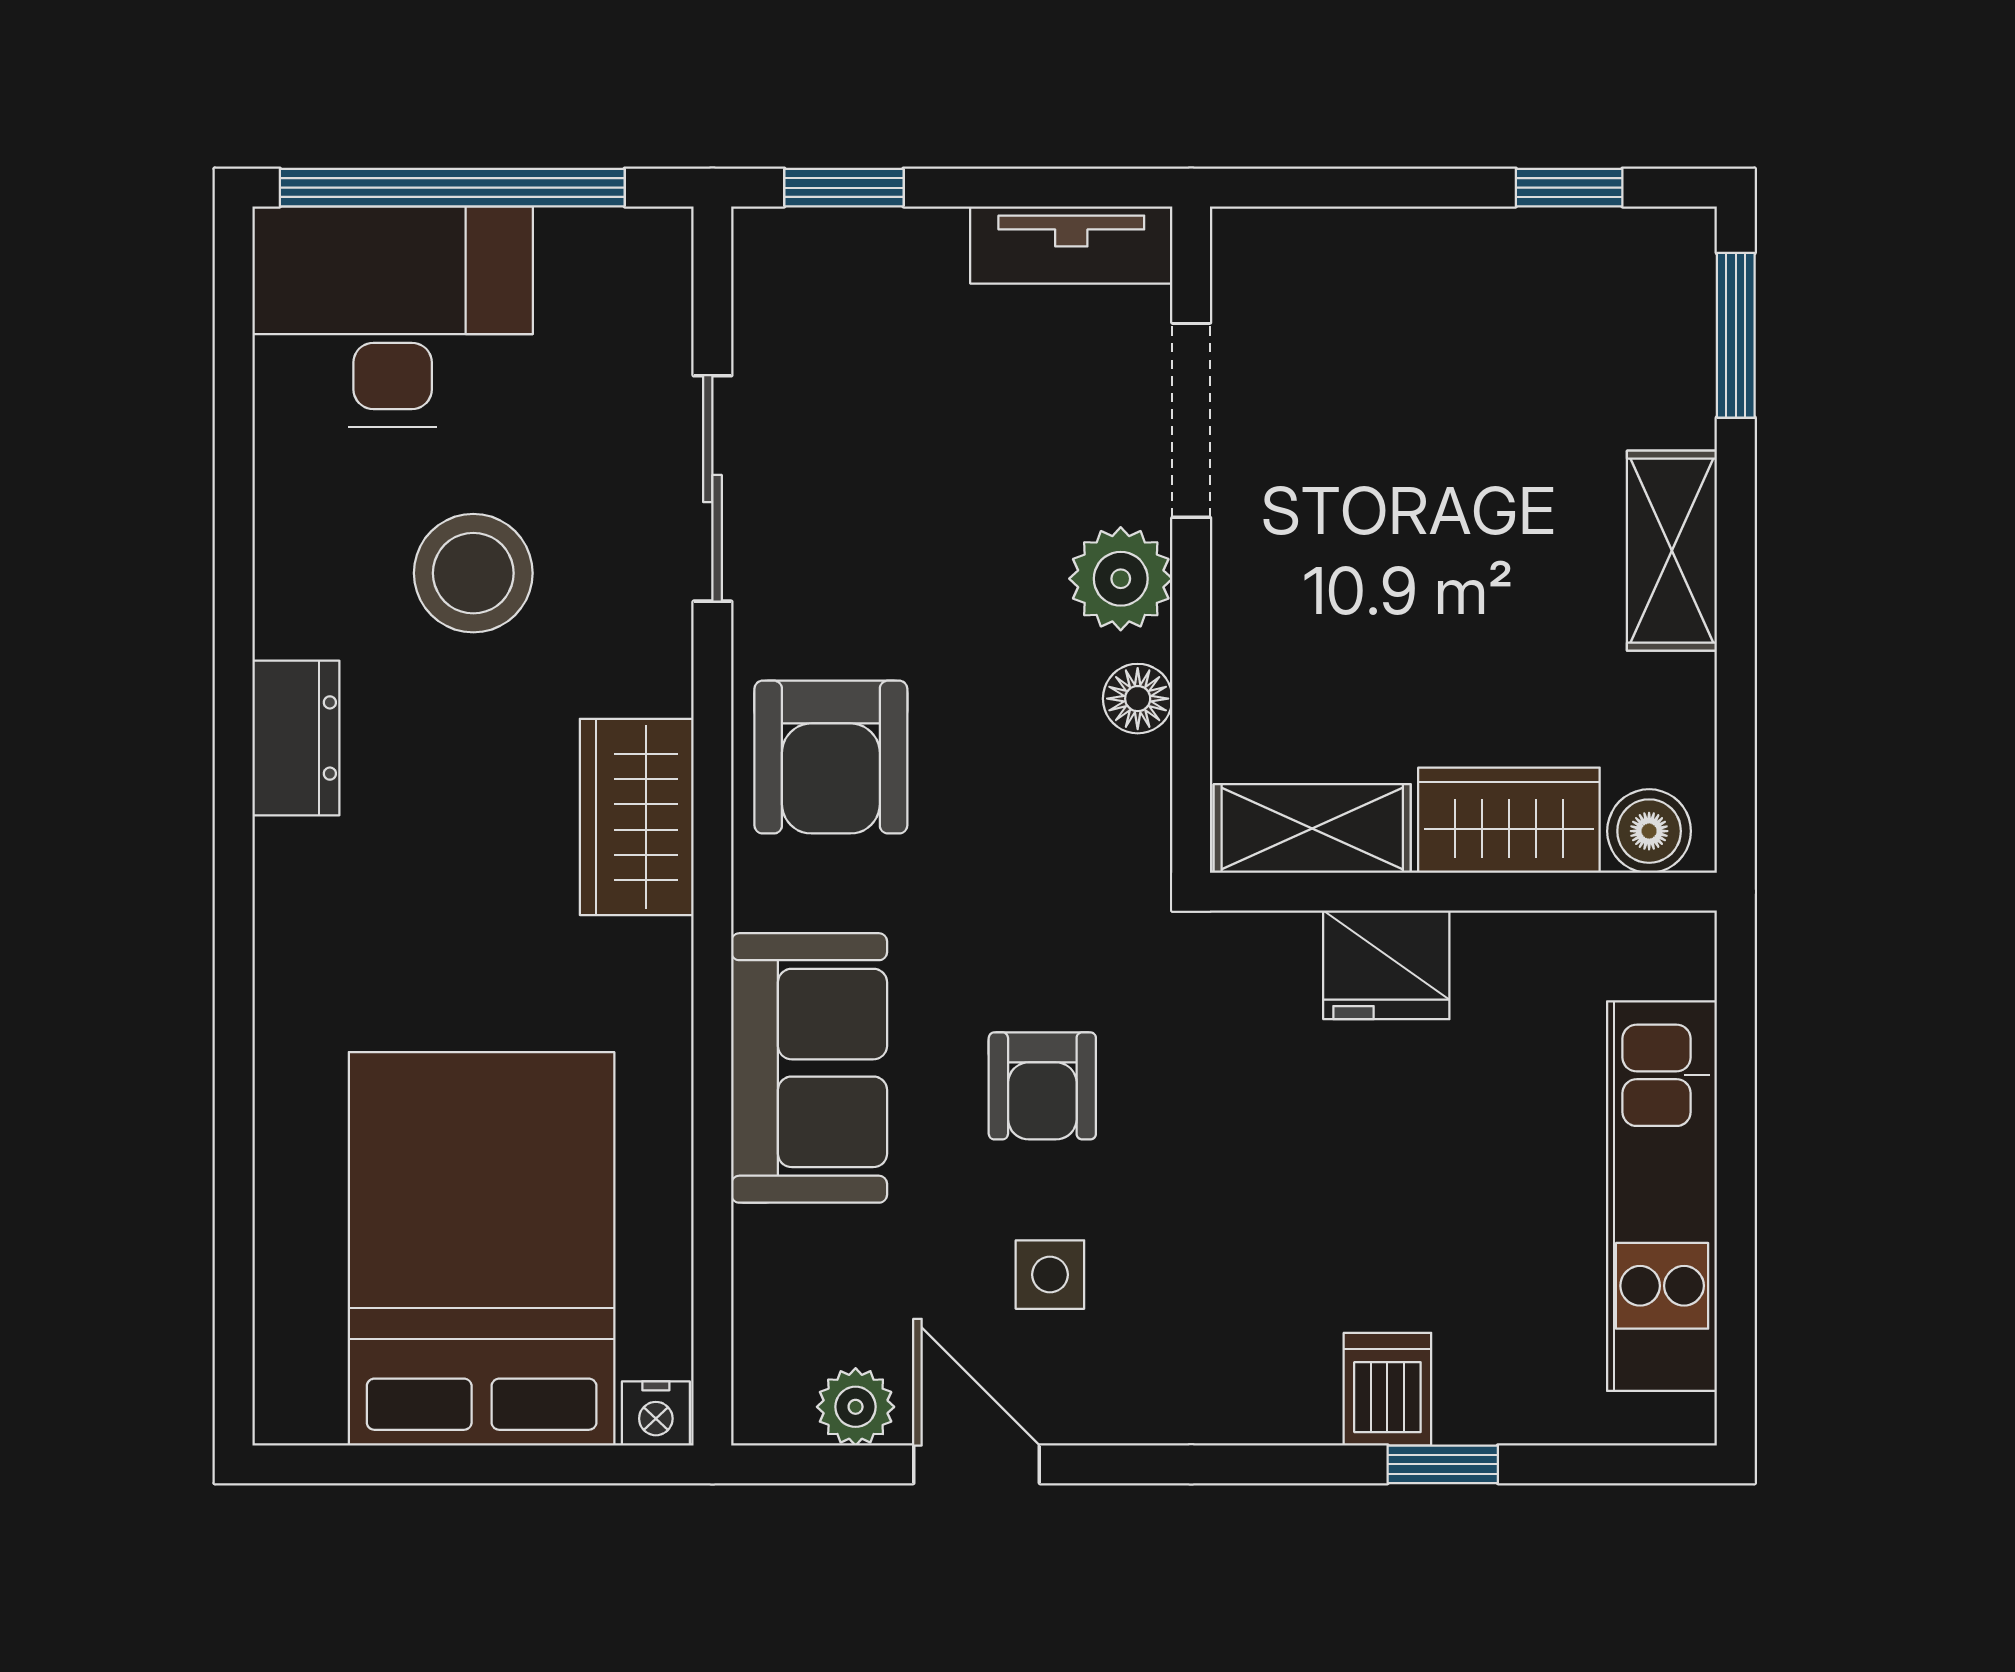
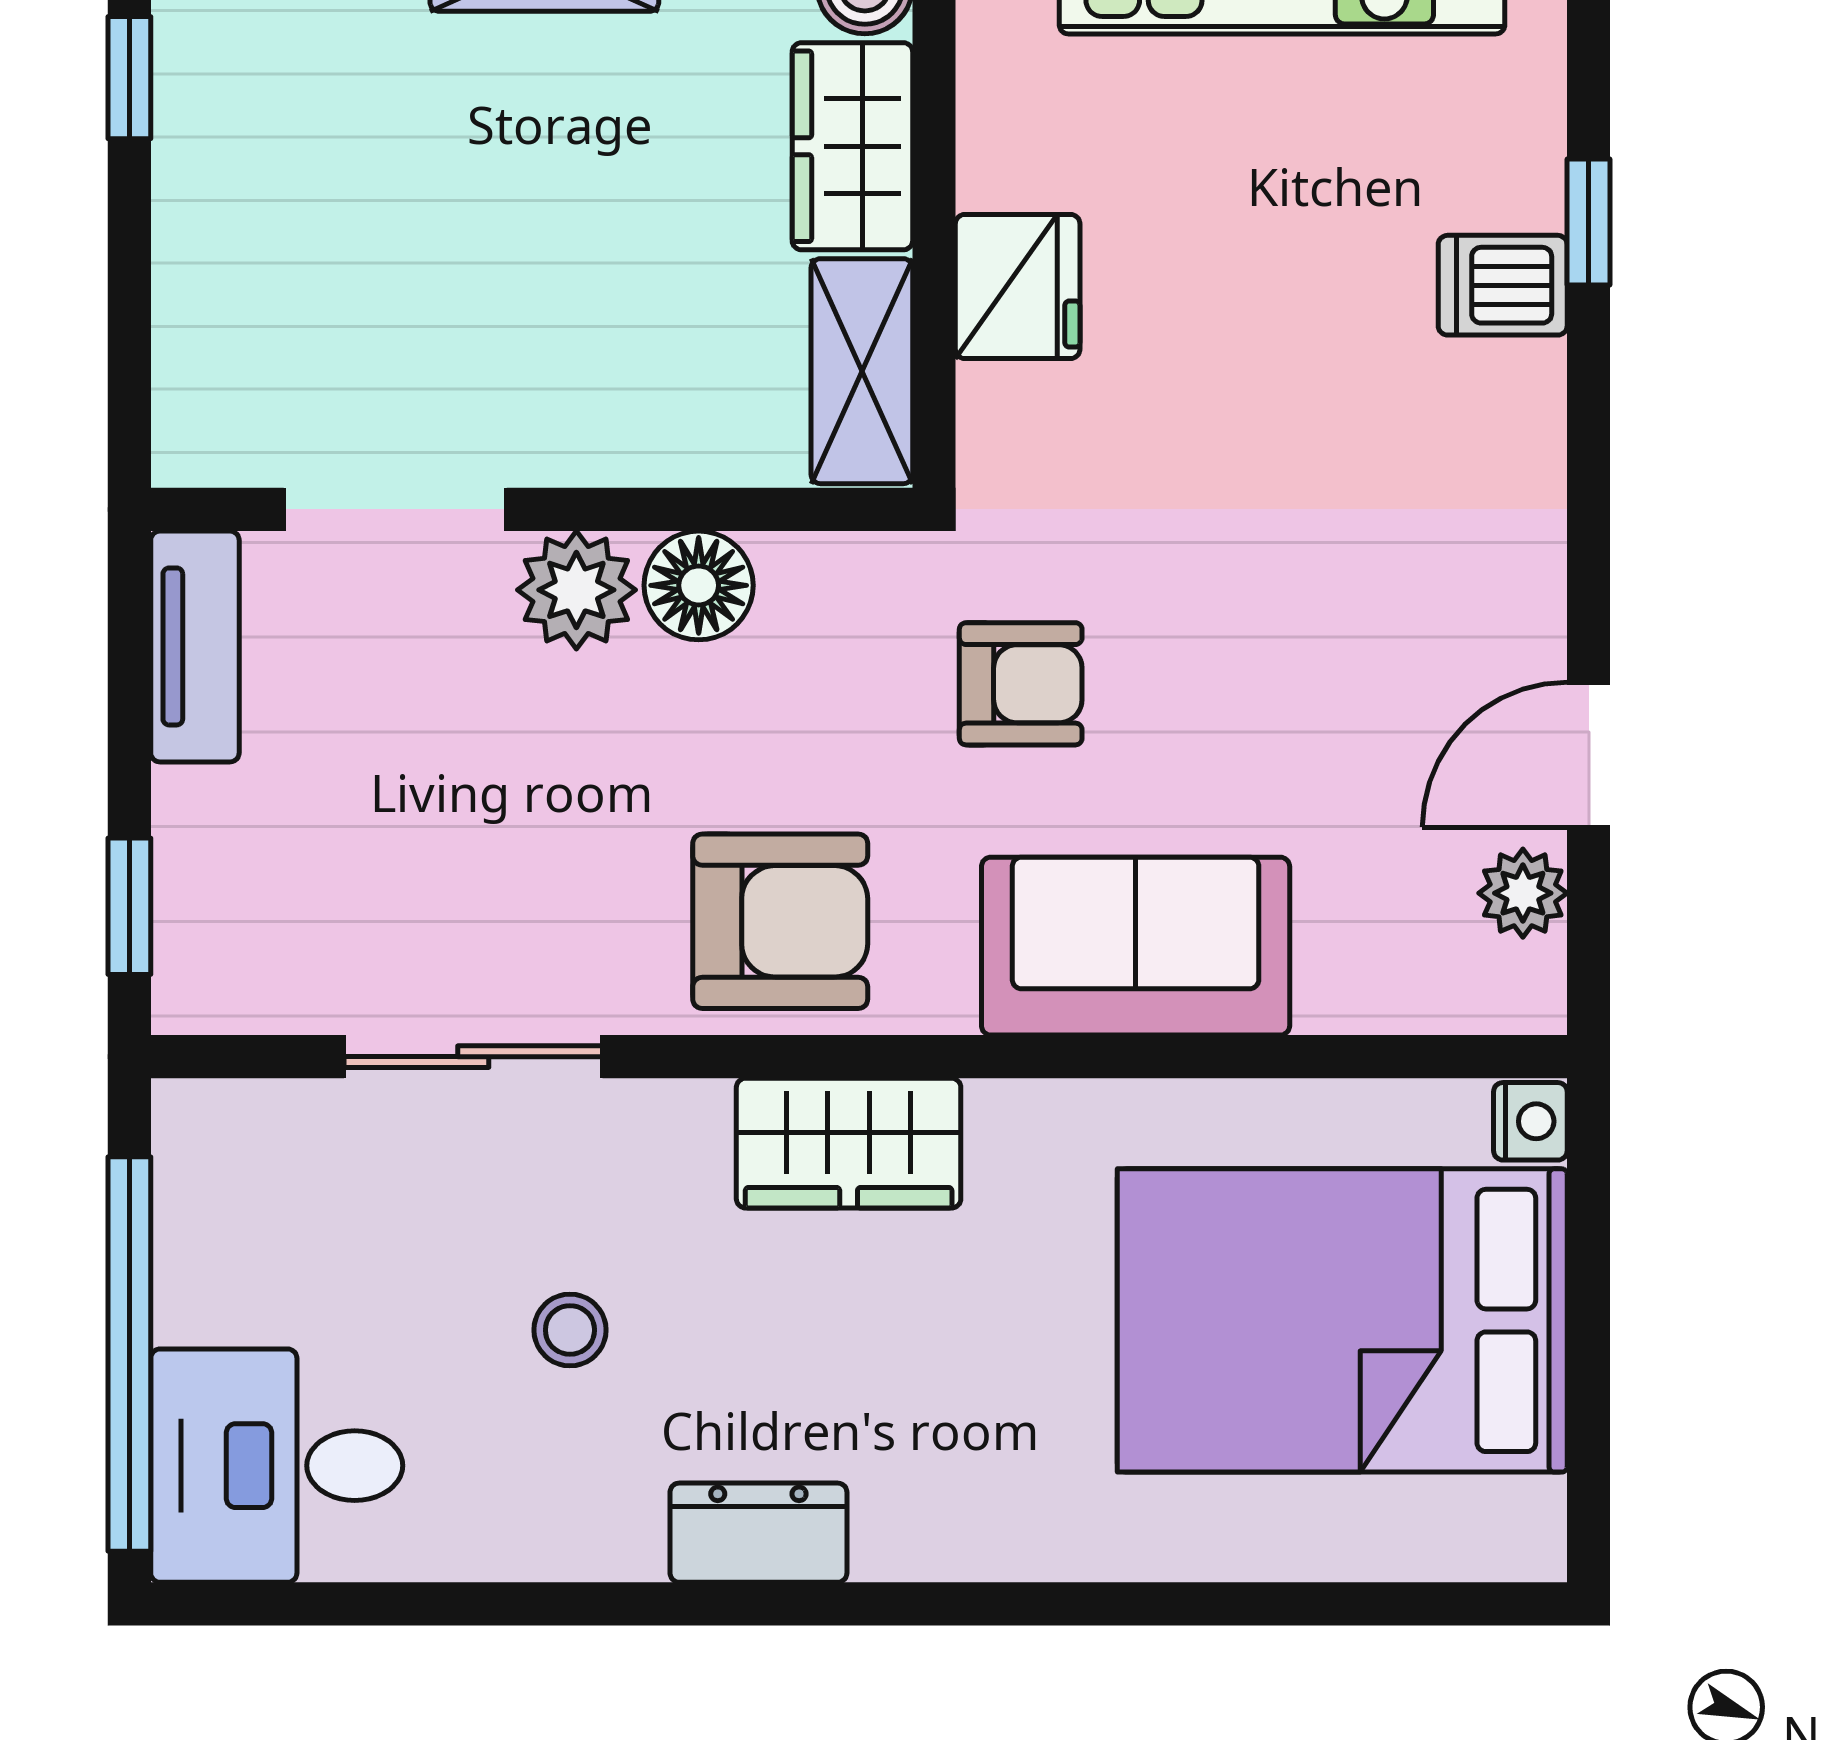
desk: (393, 316) -> (277, 1466), width x0.73
stool: (473, 573) -> (570, 1330), width x0.53, depth x0.53
floor lamp: (1138, 699) -> (699, 585), width x1.37, depth x1.37
armchair: (1042, 1086) -> (1021, 684), moved
side table: (1050, 1275) -> (1372, 671), removed

